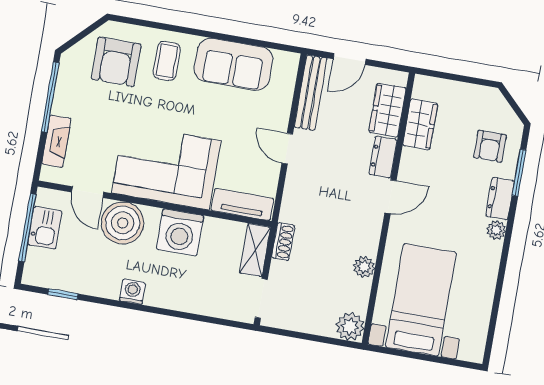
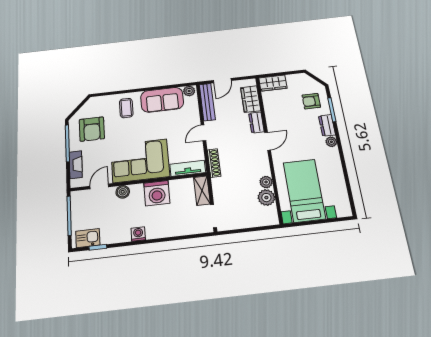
armchair: (116, 62) -> (92, 129), moved
plant: (285, 62) -> (189, 91), added
wardrobe: (420, 124) -> (273, 83), moved, turned 90
armchair: (490, 146) -> (311, 101), turned 90
door: (287, 149) -> (203, 133), hinge flipped
door: (88, 192) -> (99, 186), swing flipped
boiler: (123, 223) -> (123, 192), width x0.54, depth x0.54
kitchen sink: (45, 228) -> (88, 238), moved, turned -90
shoe rack: (283, 242) -> (214, 163), moved, width x1.43
plant: (350, 327) -> (266, 198), moved

